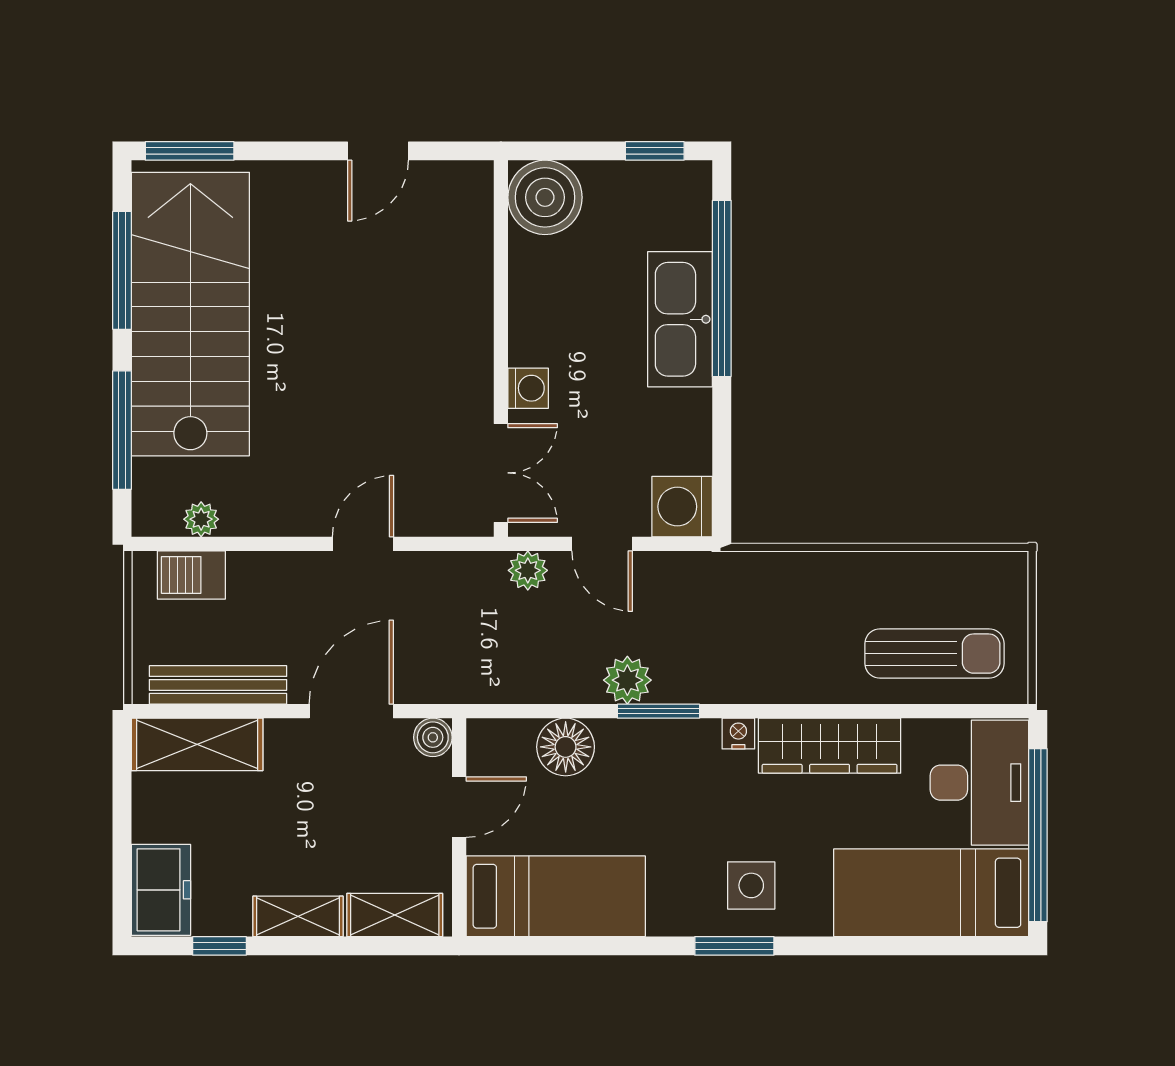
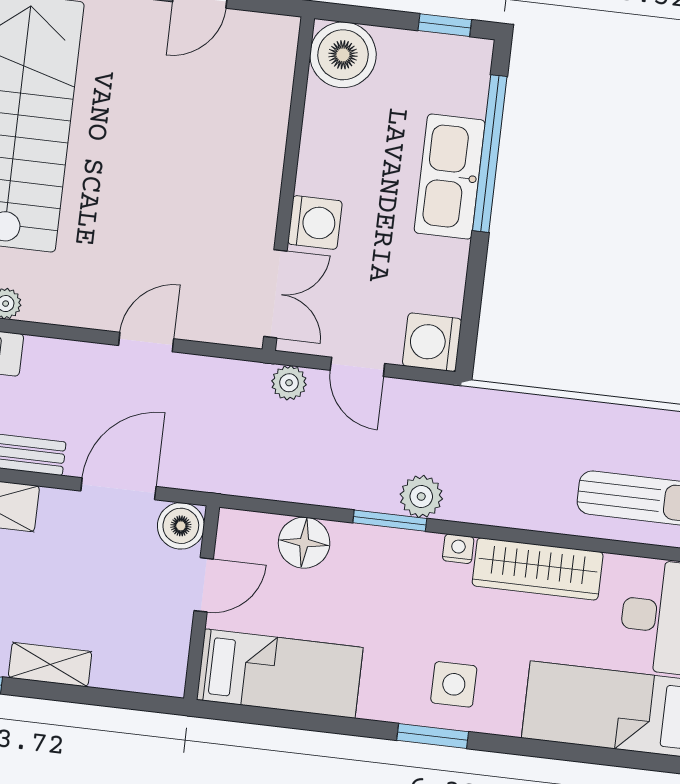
washing machine: (528, 388) -> (315, 222), width x1.38, depth x1.38
plant: (627, 680) -> (421, 497), moved
boiler: (433, 737) -> (181, 526), width x1.36, depth x1.36
shelving: (395, 915) -> (136, 673), removed

